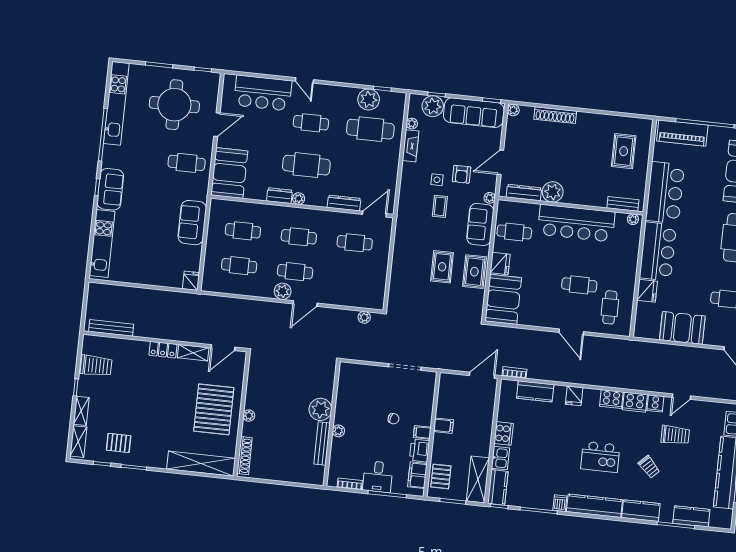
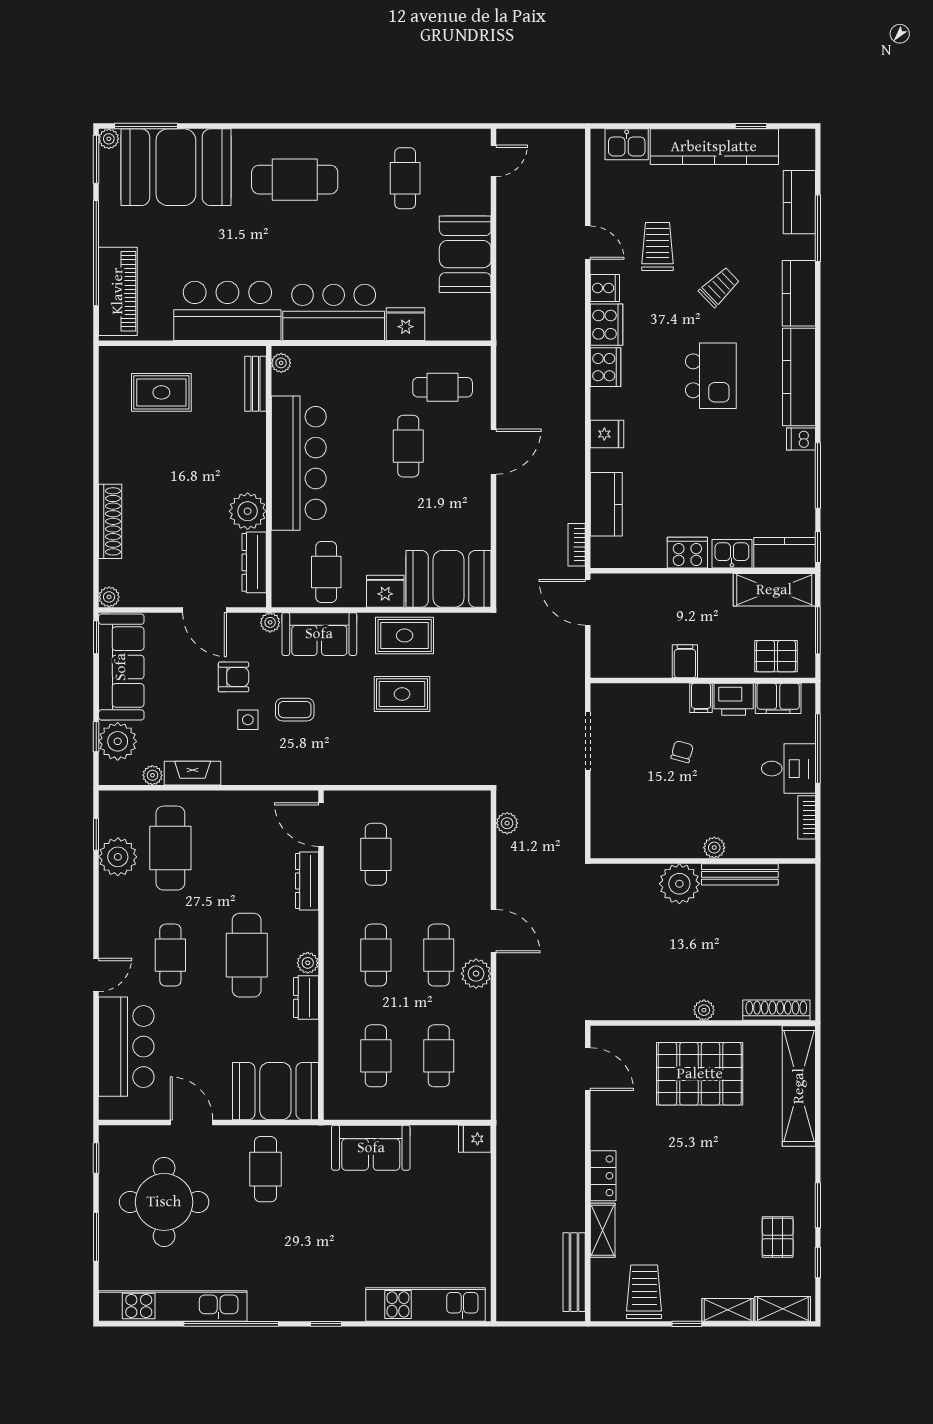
sofa: (110, 189) -> (327, 1300), removed
shelving: (193, 353) -> (603, 1230), moved

